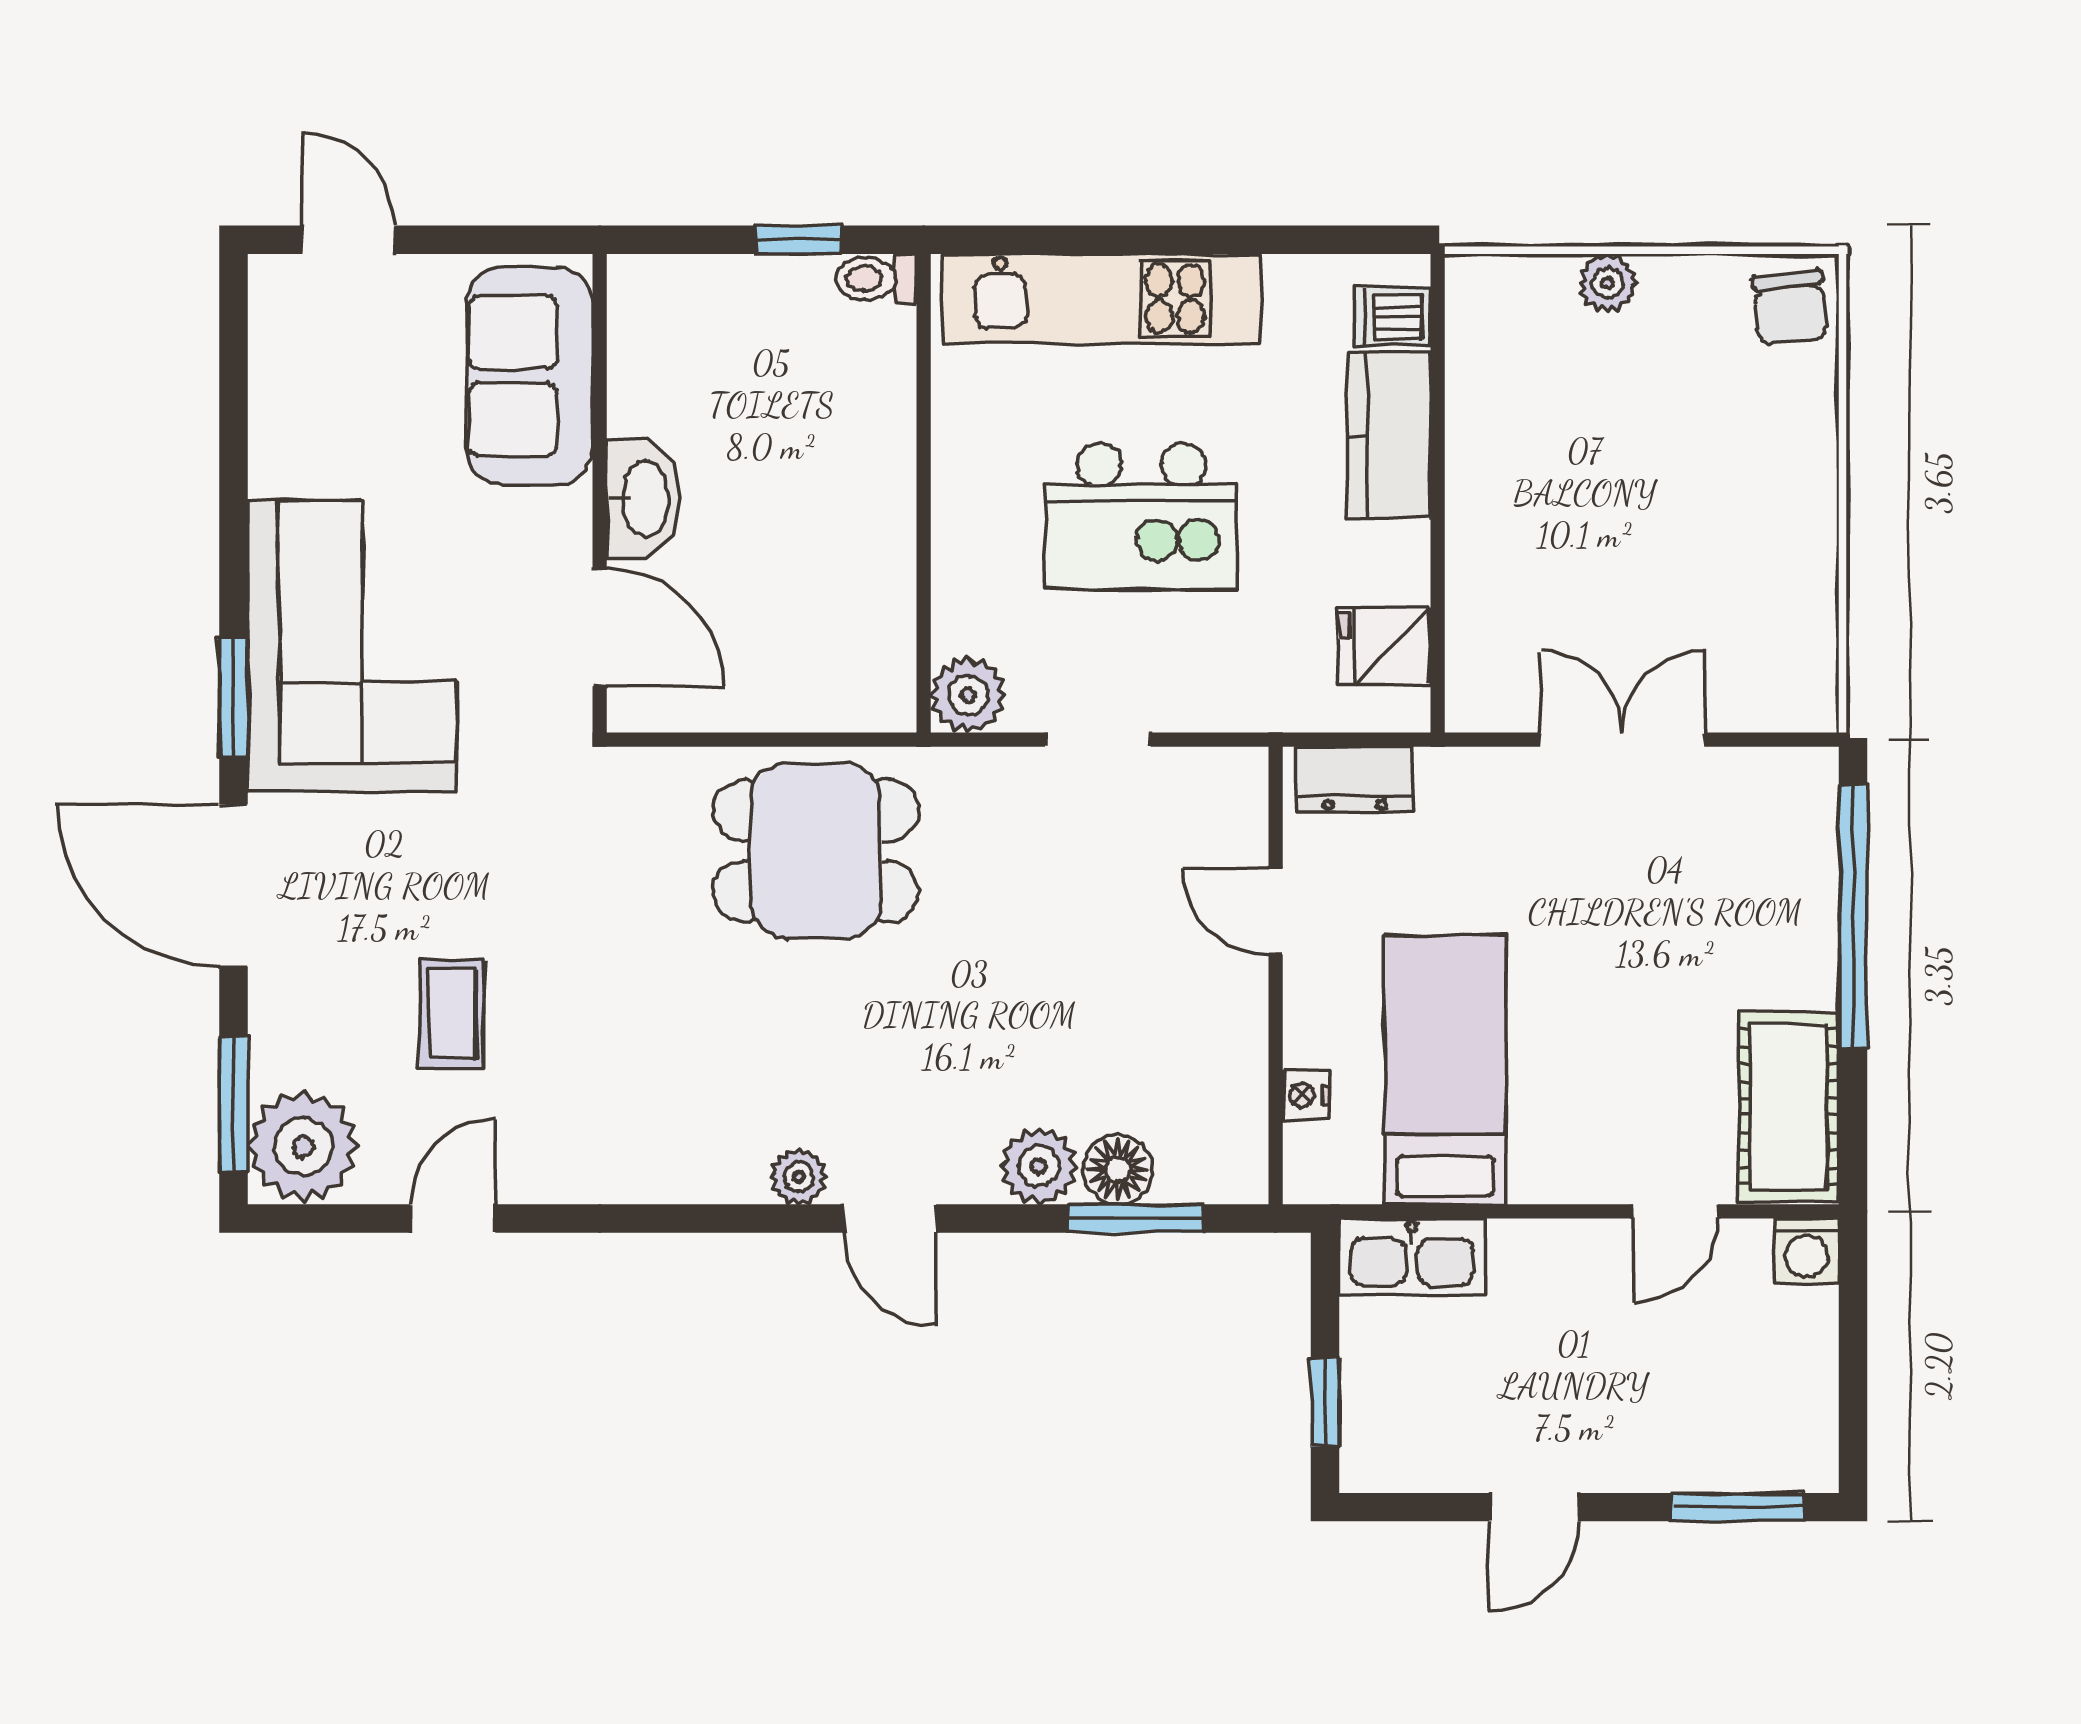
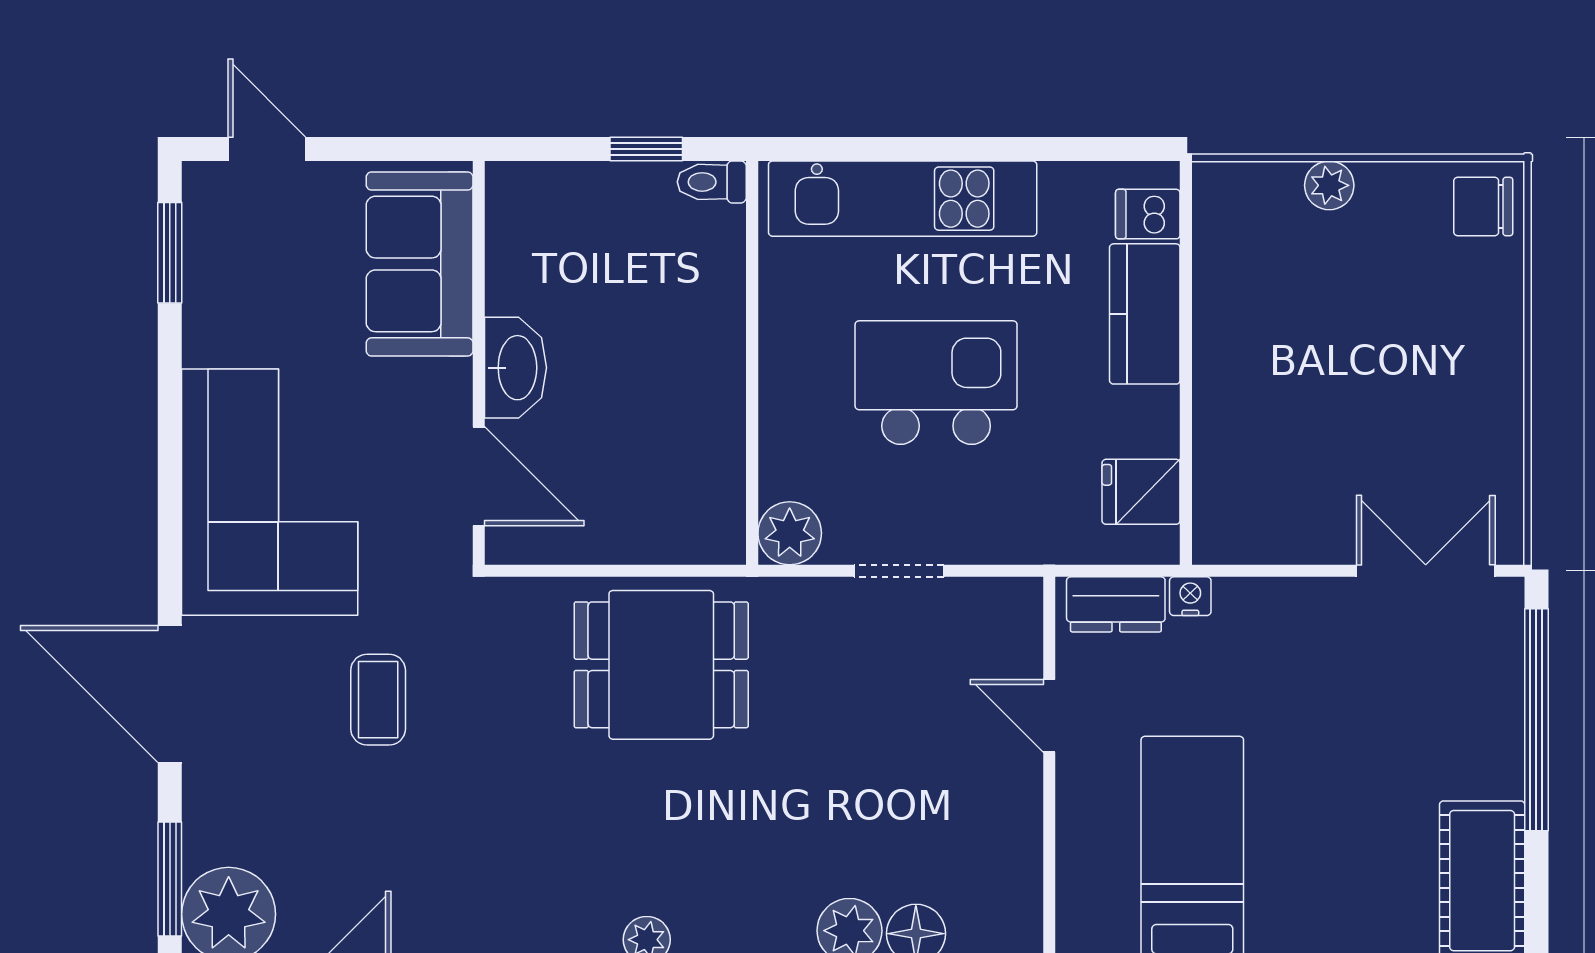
chair: (1790, 308) -> (1483, 206), turned 96
kitchen island: (1142, 517) -> (936, 383), turned 180
window: (234, 697) -> (170, 253), moved
double door: (1622, 740) -> (1426, 571), moved
coffee table: (452, 1014) -> (378, 700), moved
nightstand: (1306, 1095) -> (1190, 596), moved, turned 90

